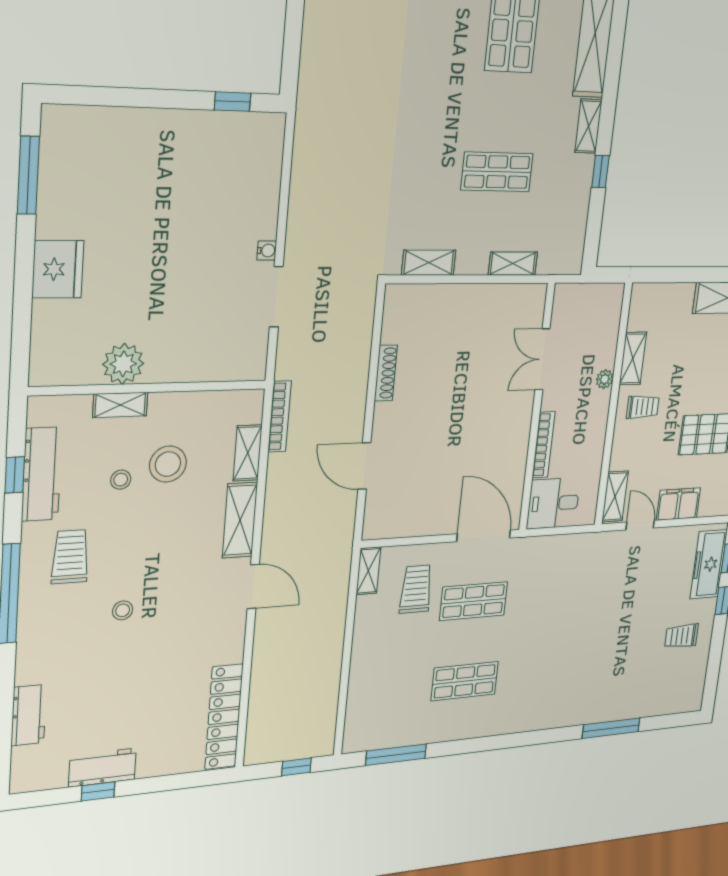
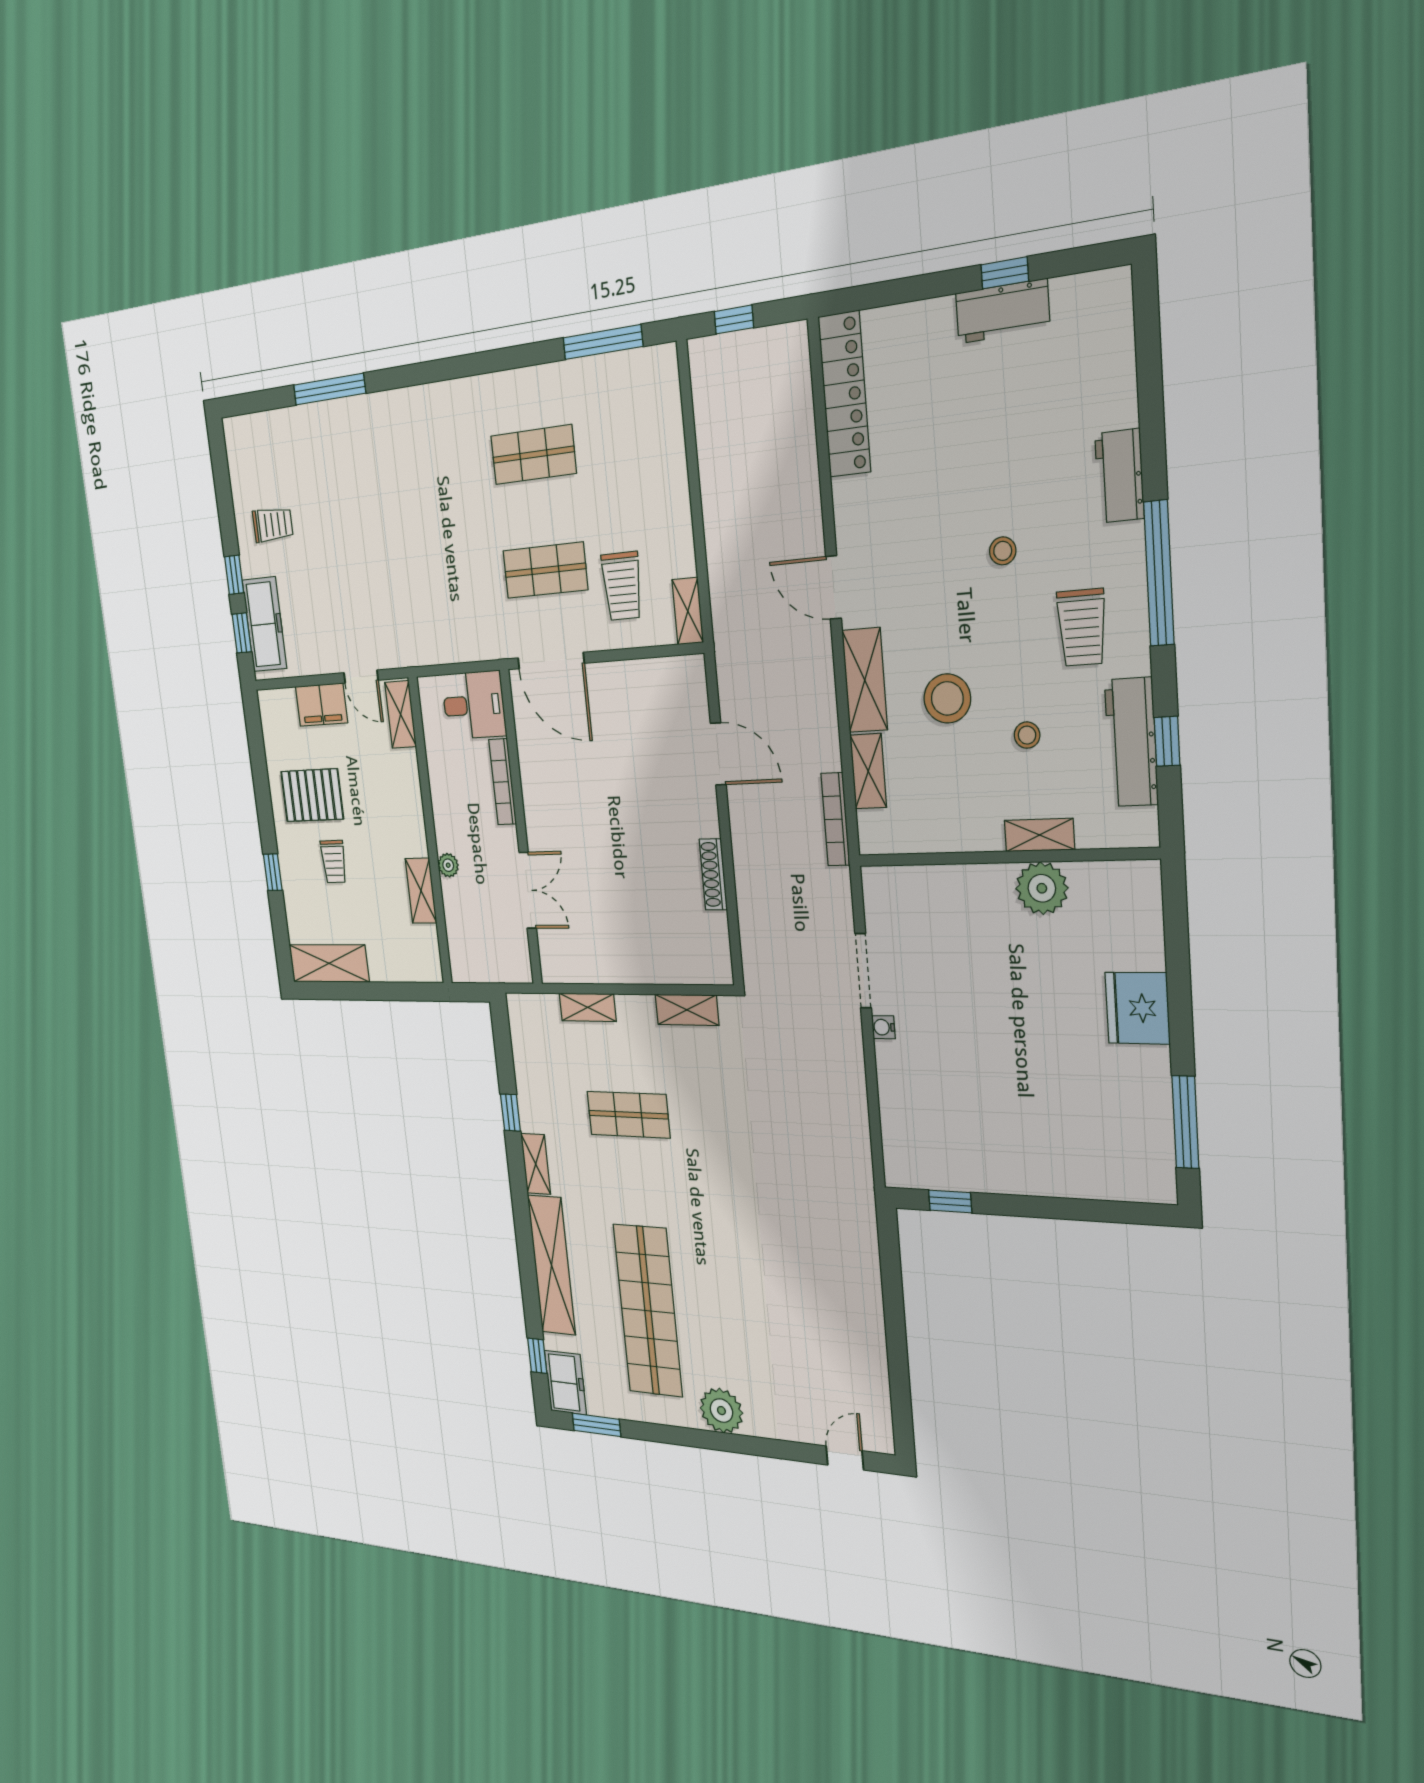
trolley: (643, 407) -> (334, 862), moved, turned -90
stool: (168, 464) -> (947, 698), moved
workbench: (29, 715) -> (1119, 476), moved

